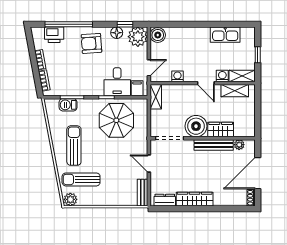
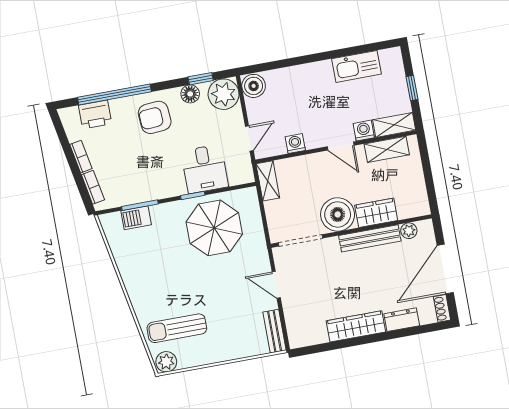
filing cabinet: (137, 88) -> (237, 173), removed
sun lounger: (74, 146) -> (157, 278), removed
dresser: (165, 200) -> (402, 320), moved

